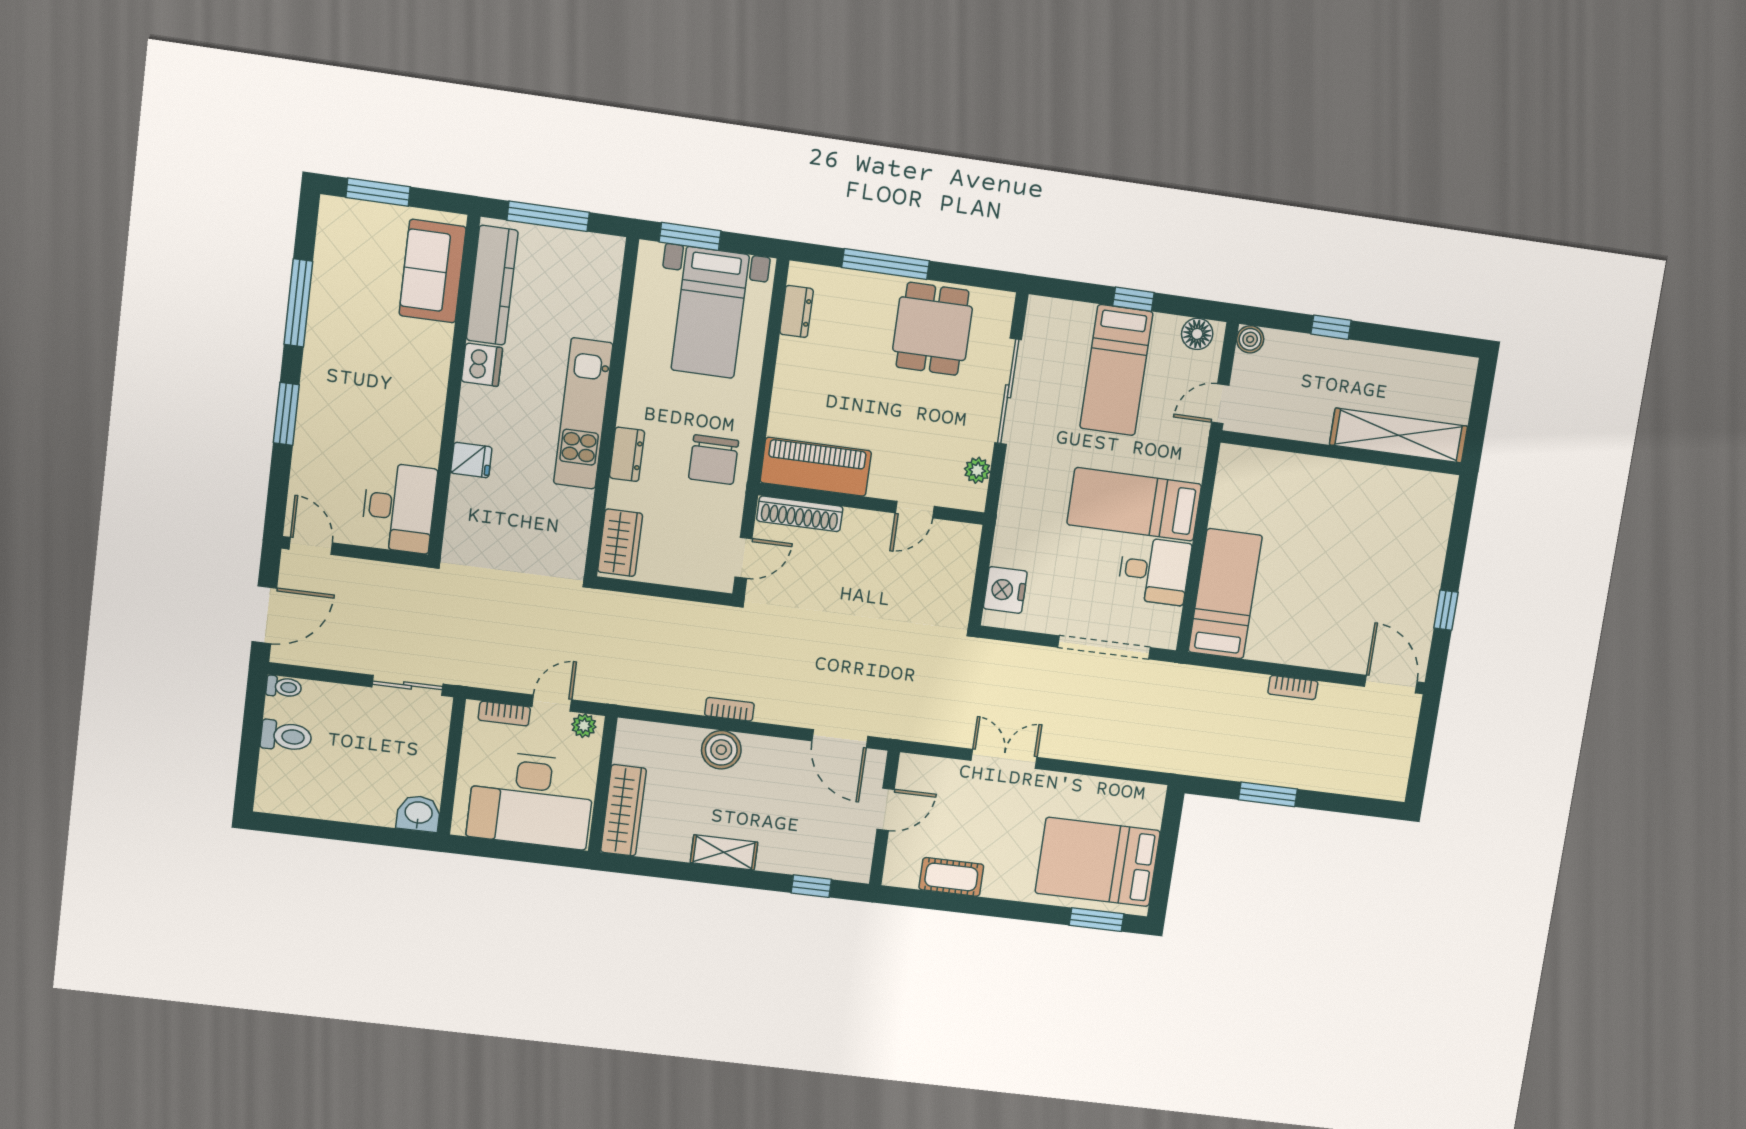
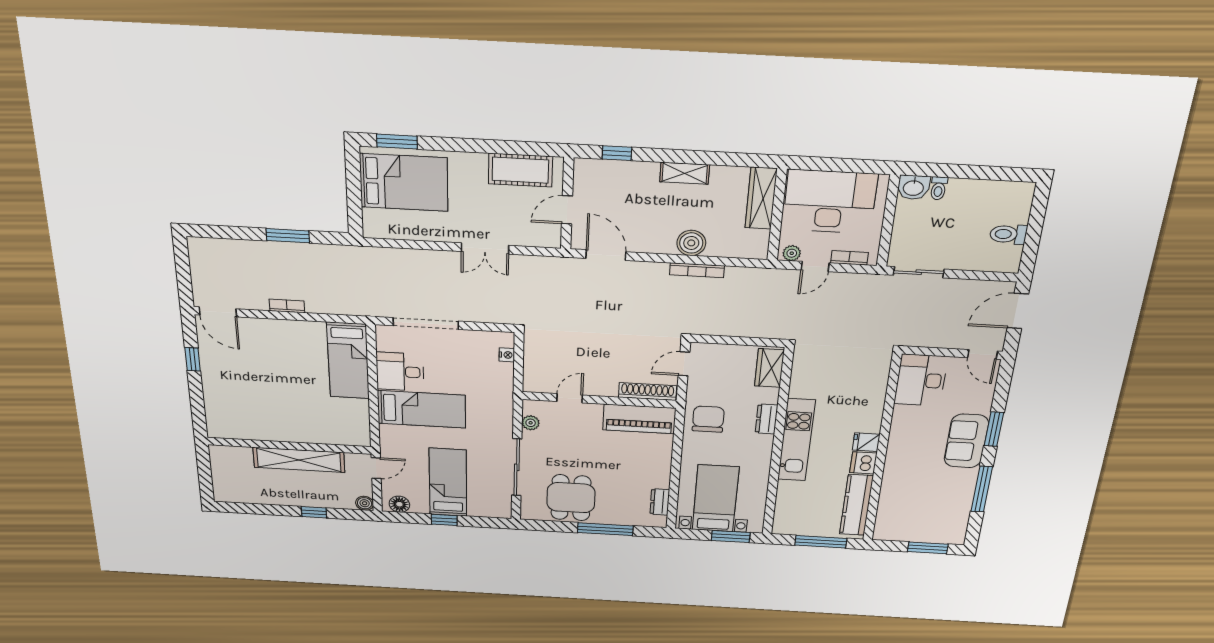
sofa: (433, 271) -> (966, 441), moved, turned 180
shelving: (1399, 435) -> (299, 460), moved
fridge: (471, 460) -> (866, 442), moved
nightstand: (1005, 590) -> (507, 355), width x0.53, depth x0.56
toilet: (284, 687) -> (939, 188), moved, turned -90
bookcase: (729, 709) -> (697, 270), width x1.56
cot: (951, 877) -> (520, 170), width x1.37, depth x1.34

